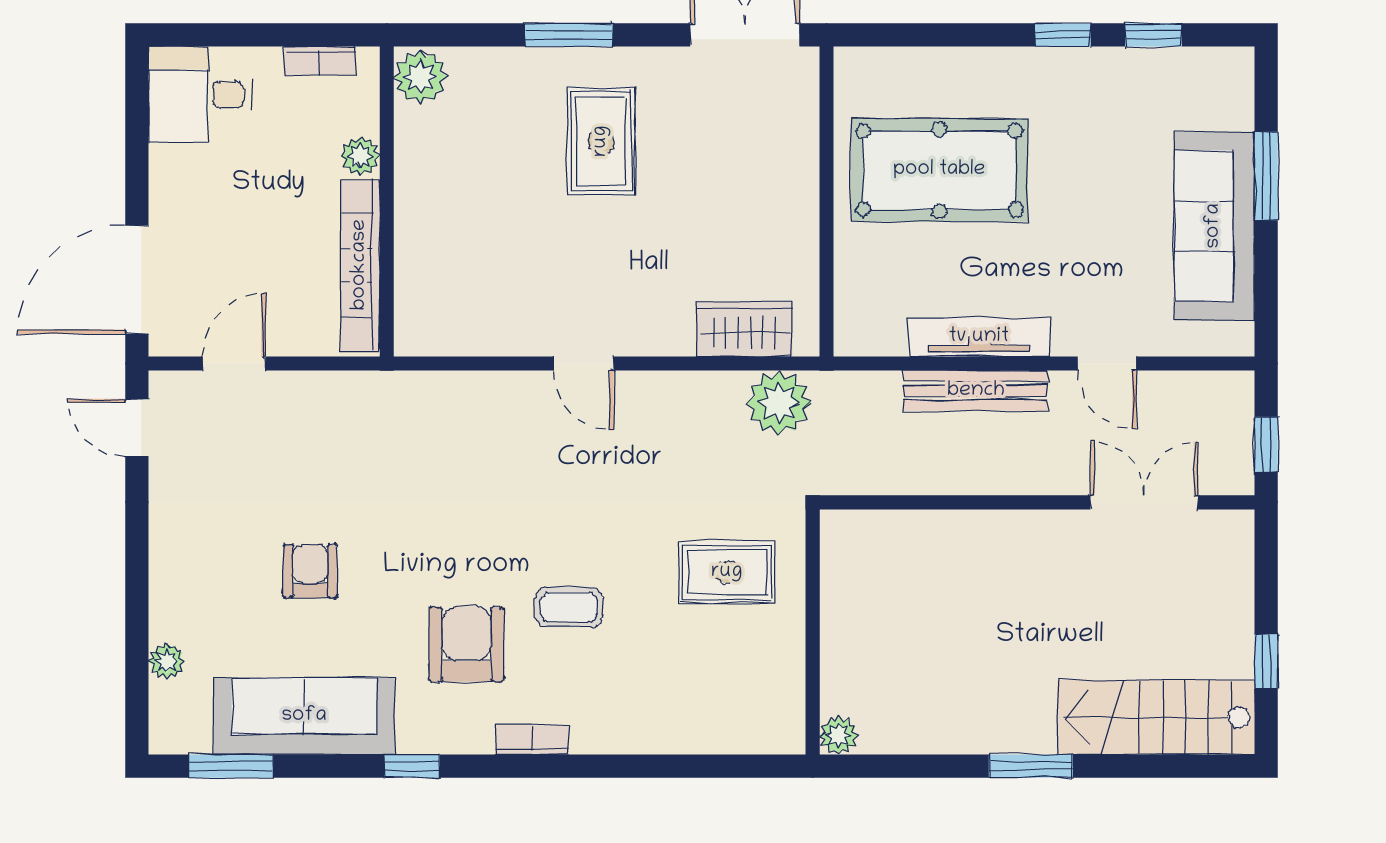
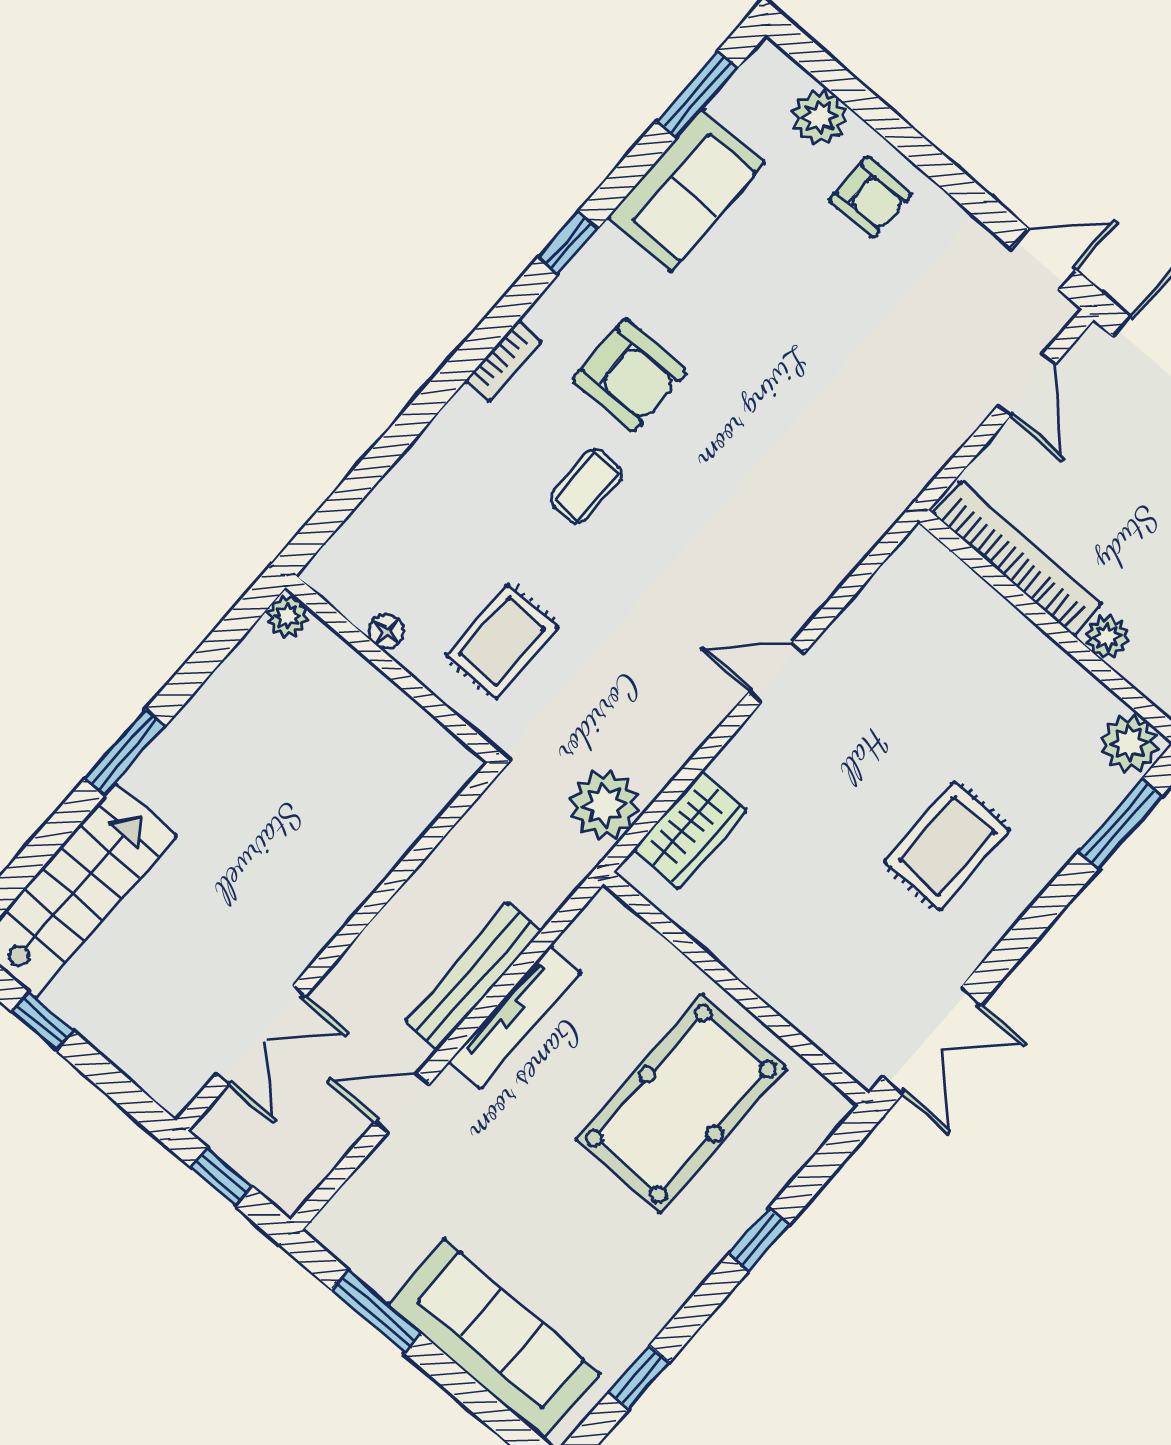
window: (569, 35) -> (1121, 823), moved
window: (1063, 35) -> (759, 1240), moved
rug: (601, 141) -> (947, 846), turned 90
window: (1266, 176) -> (376, 1311), moved
sofa: (1214, 226) -> (494, 1339), moved
armchair: (310, 571) -> (870, 197), moved
floor lamp: (790, 658) -> (386, 632), added
plant: (167, 661) -> (819, 117), width x1.38, depth x1.38
sofa: (304, 716) -> (686, 190), width x0.73

